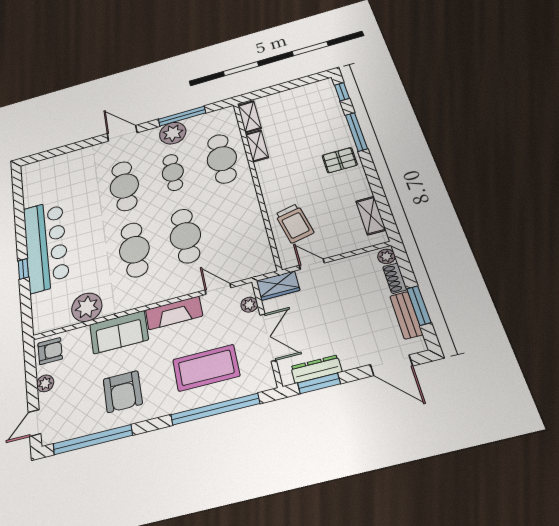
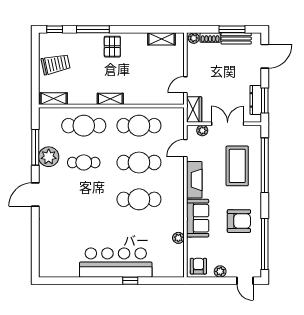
shelving: (257, 146) -> (110, 99), moved
cafe table: (124, 186) -> (139, 126), moved
trolley: (294, 223) -> (56, 64), moved
plant: (87, 307) -> (178, 238), width x0.53, depth x0.53

